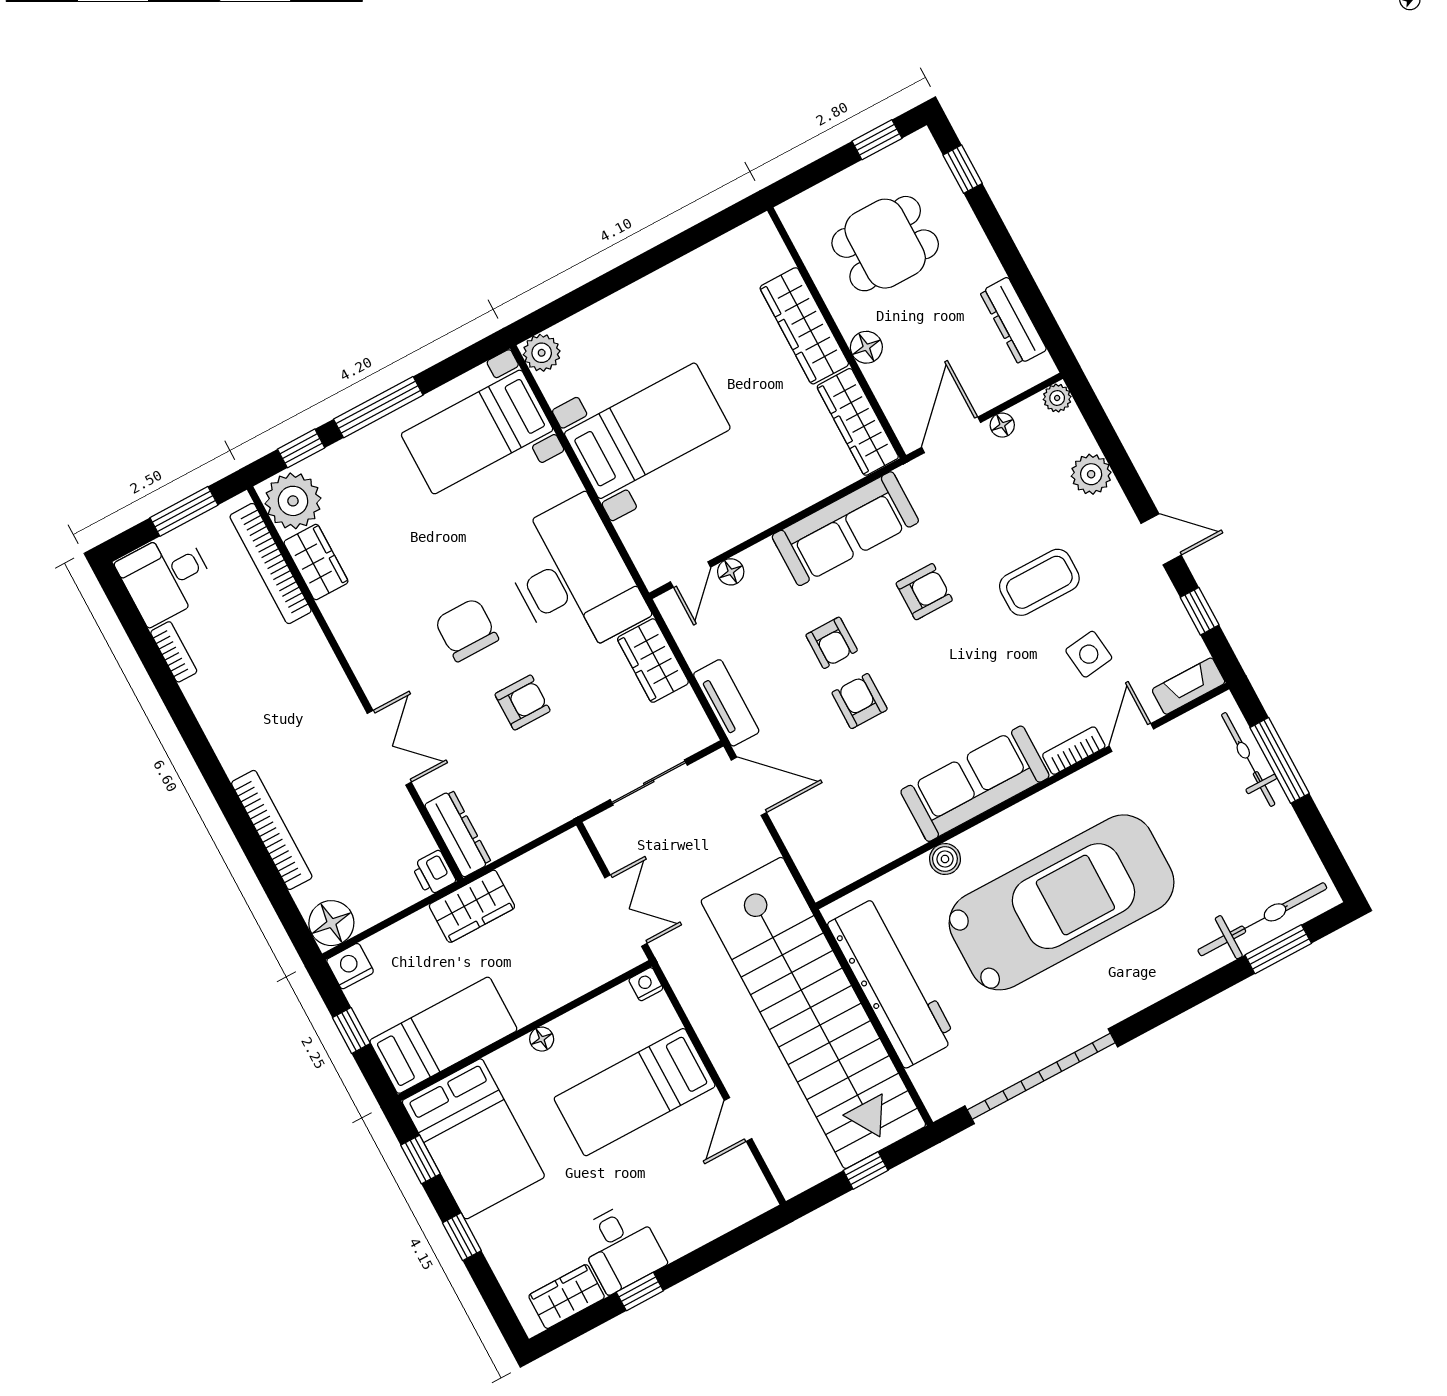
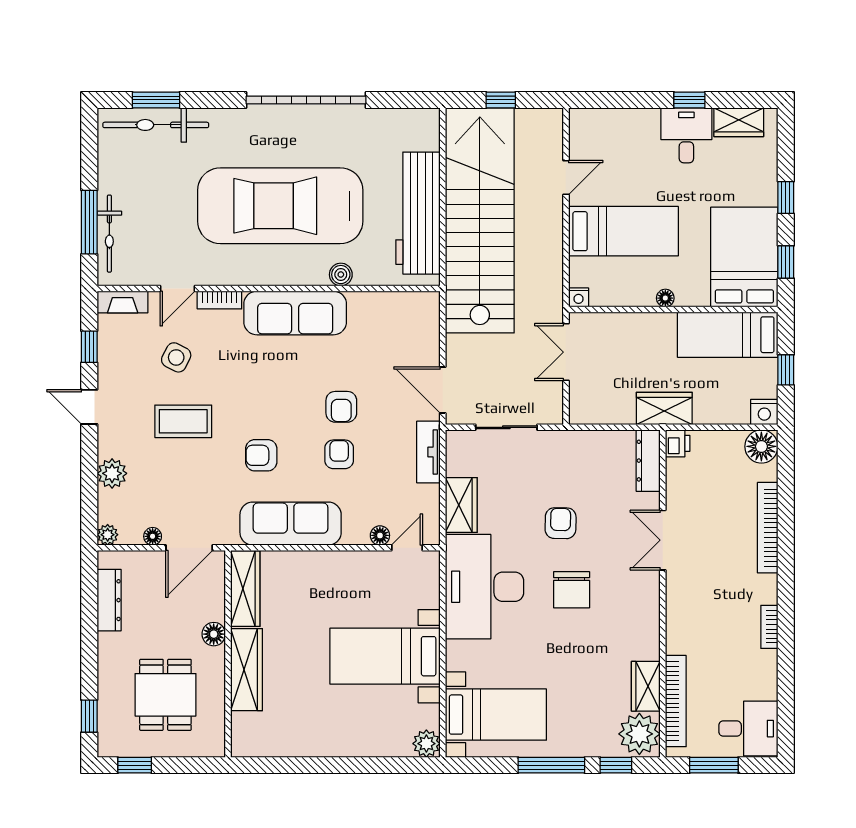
dining table: (885, 244) -> (165, 695), turned 90
bookcase: (174, 652) -> (769, 627), moved
side table: (1089, 654) -> (176, 357), turned 34
armchair: (523, 702) -> (561, 523), turned 91
garage door: (1041, 1076) -> (306, 100), moved

